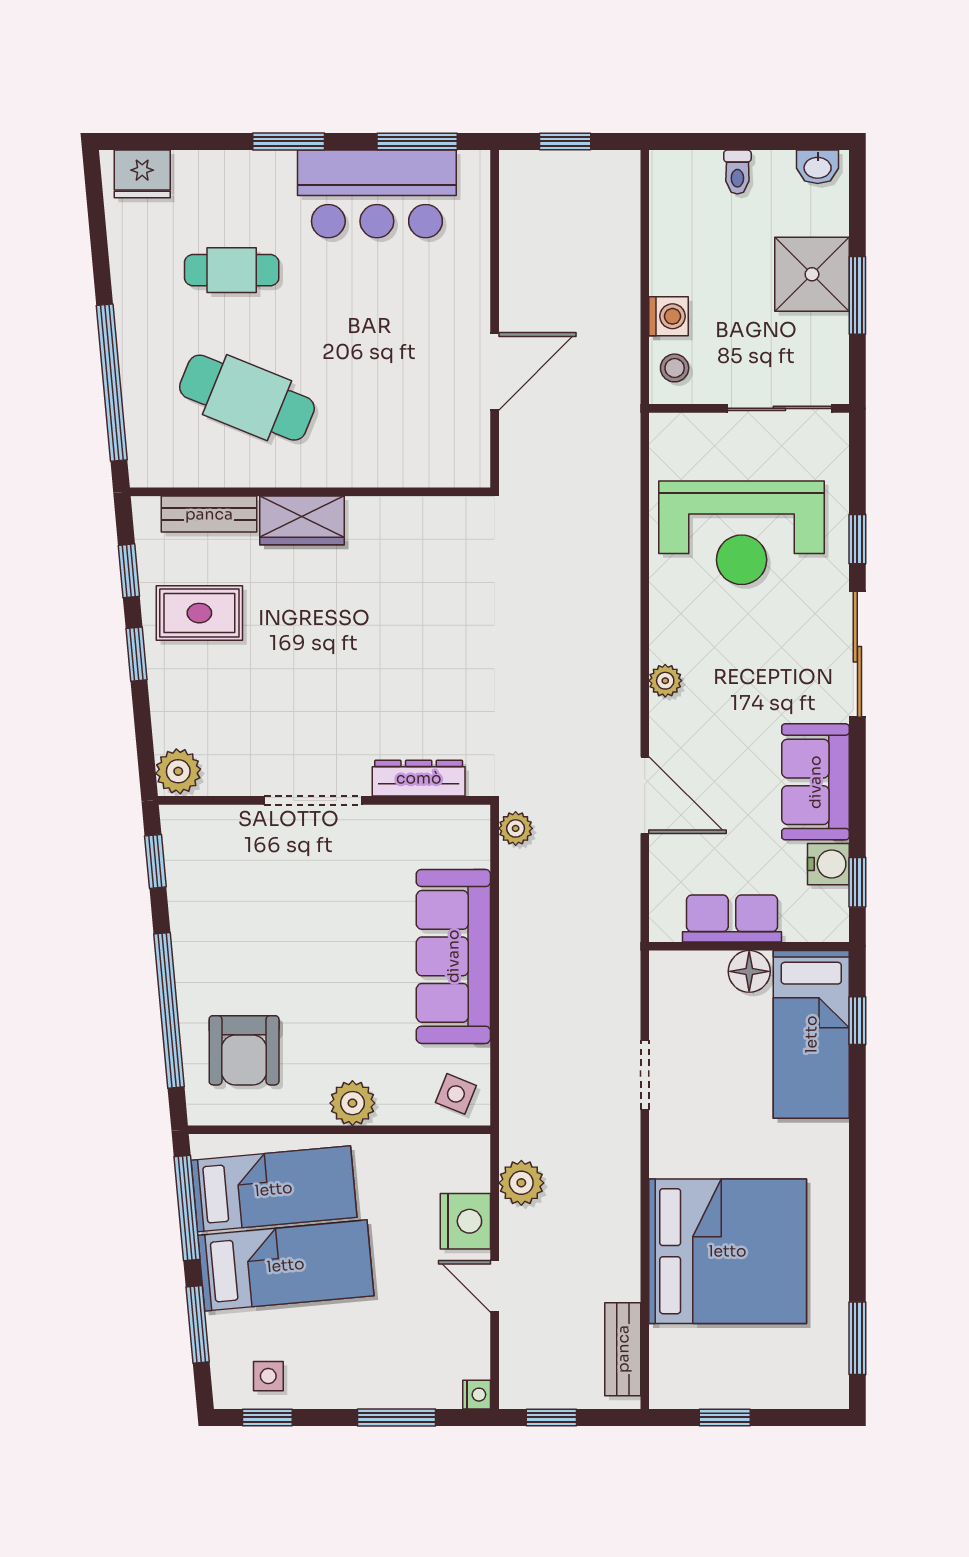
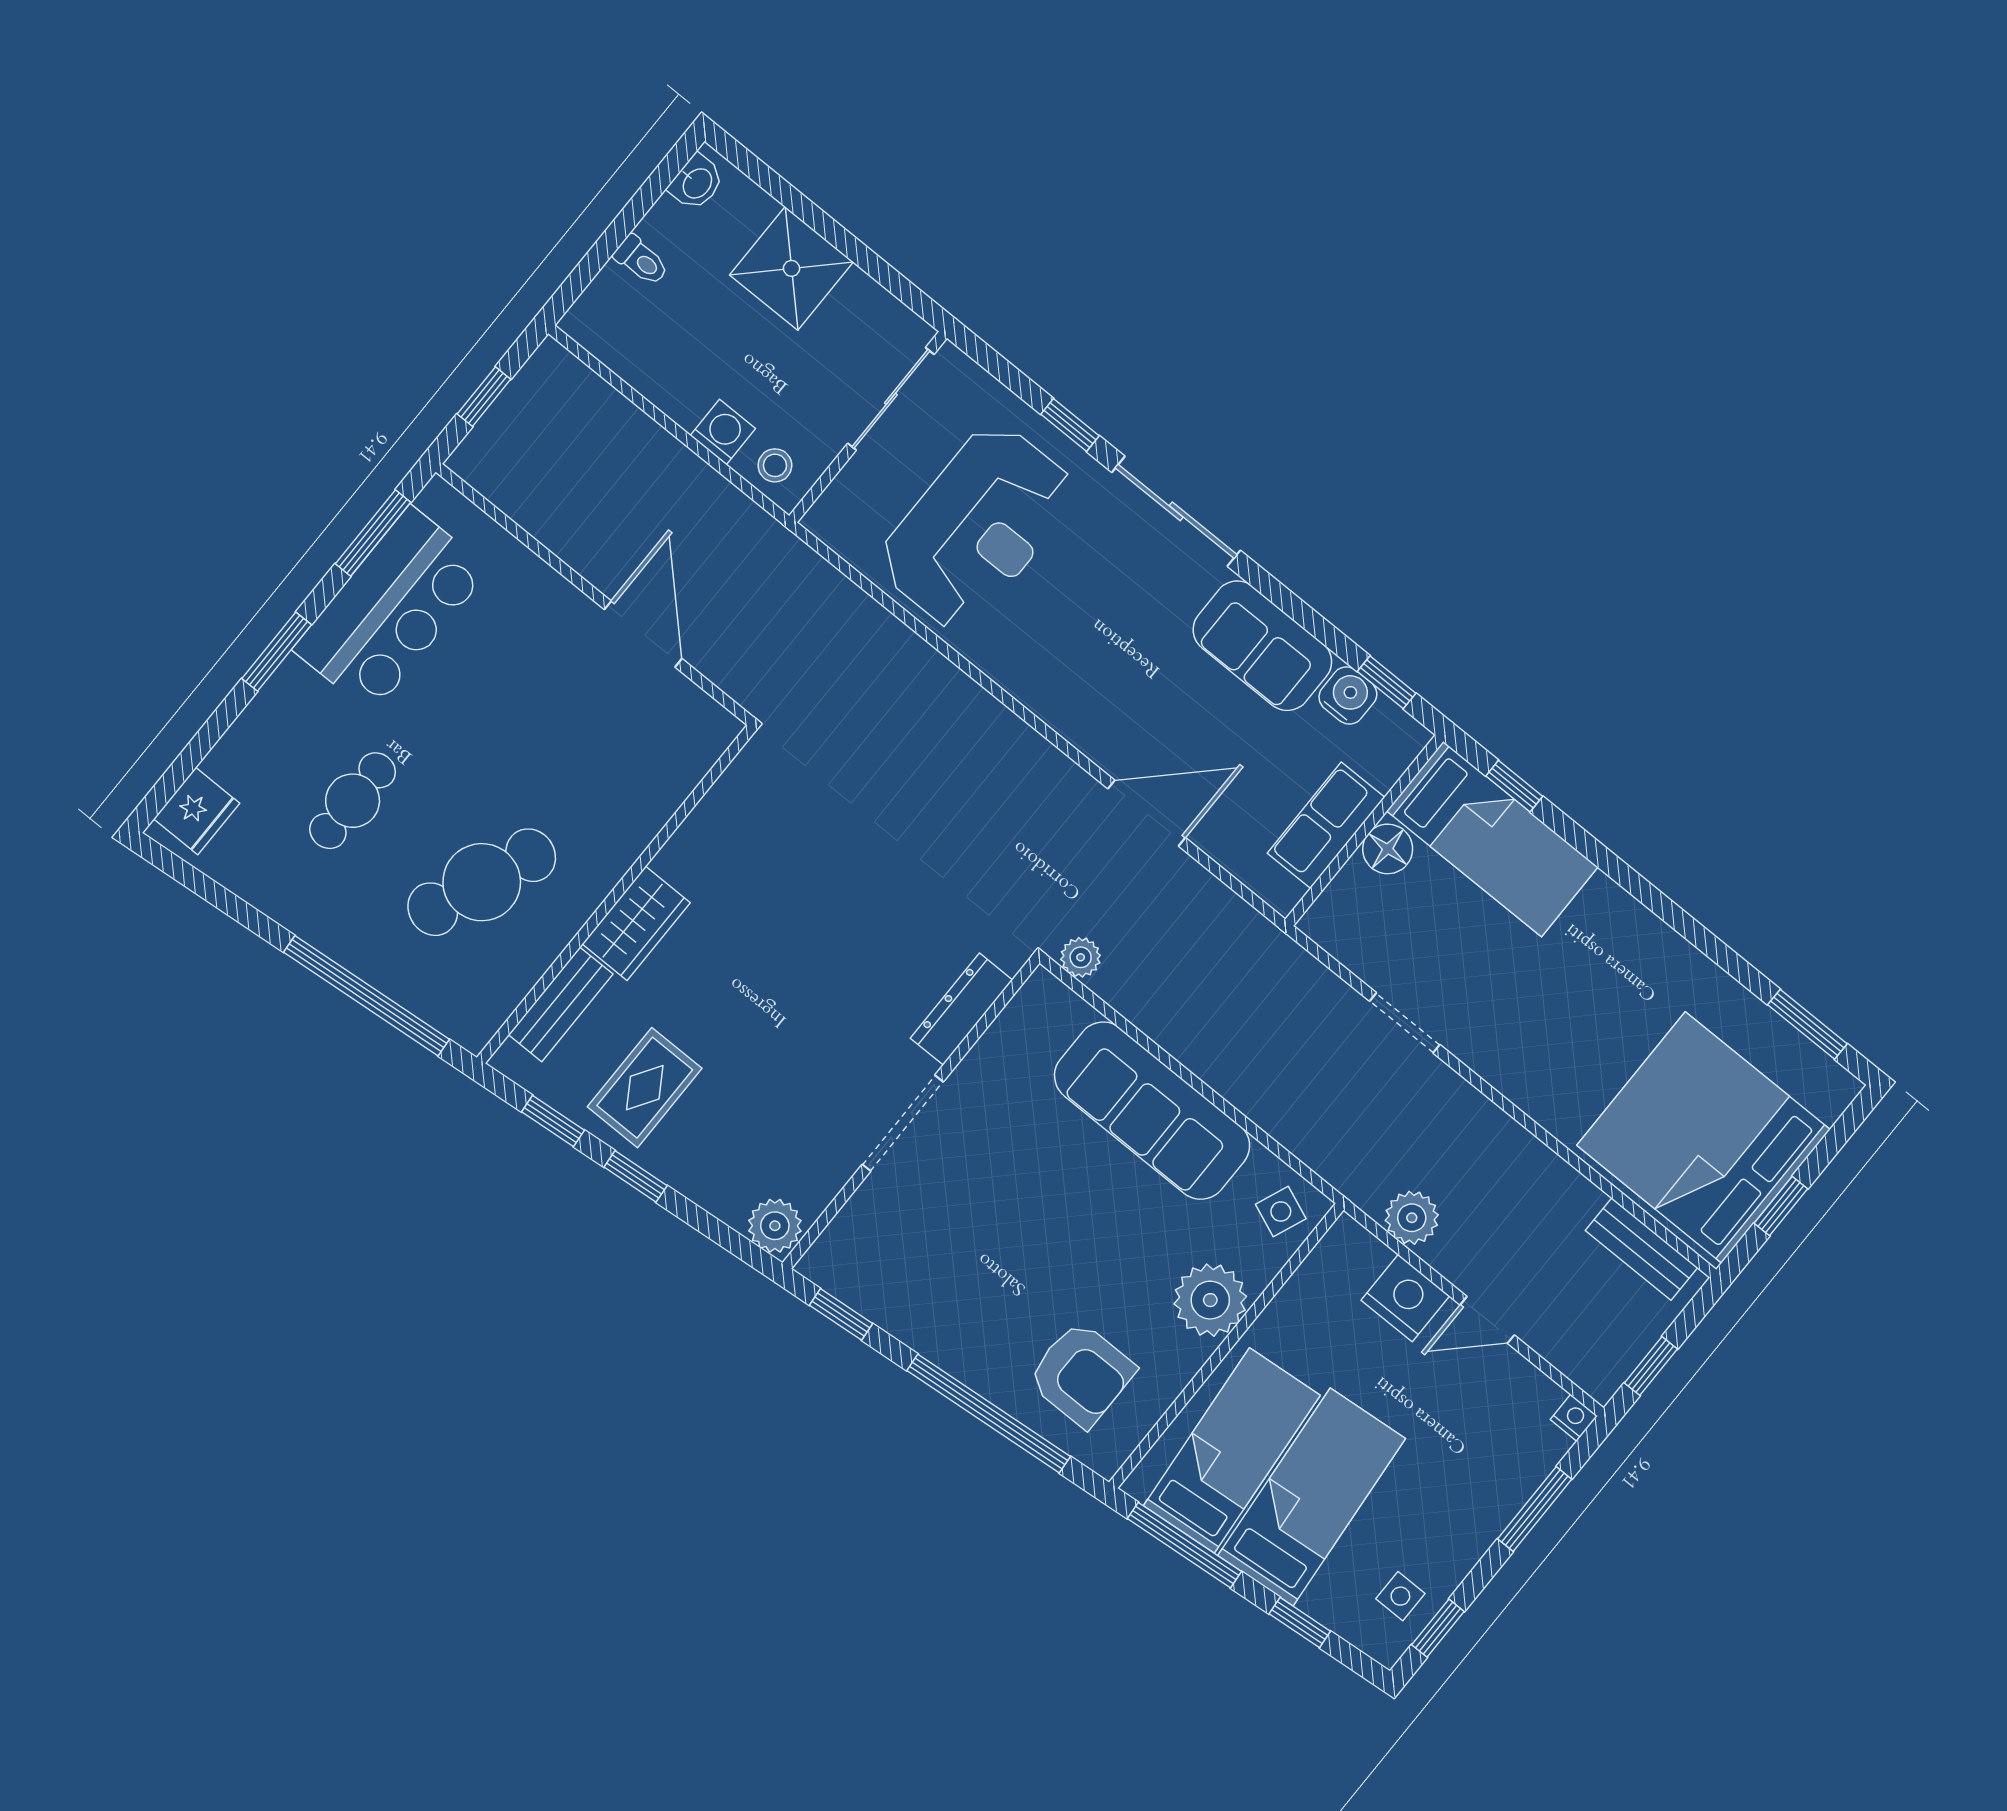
window: (857, 295) -> (845, 242), removed
plant: (665, 681) -> (1056, 708), removed
plant: (352, 1103) -> (1210, 1300), width x1.36, depth x1.36
bed: (728, 1251) -> (1703, 1137), moved, turned -90
window: (198, 1324) -> (1300, 1623), width x0.67

